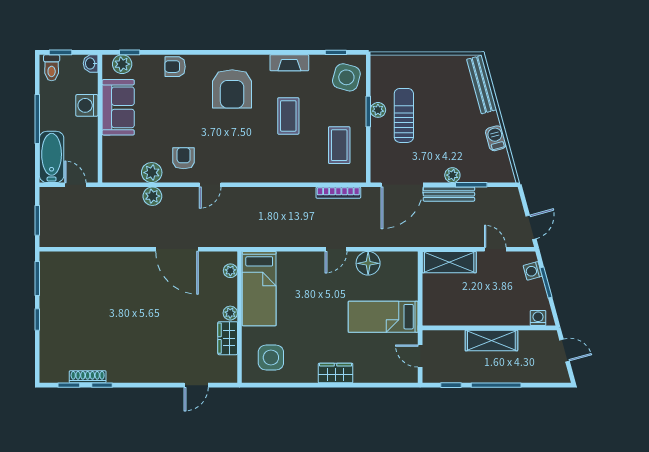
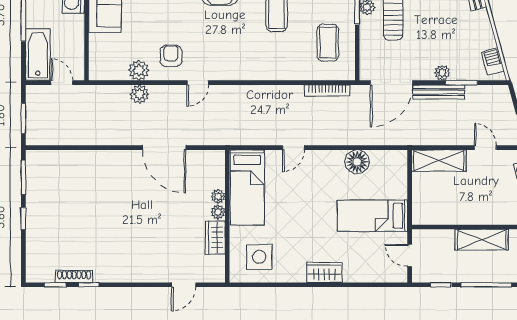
barbecue: (496, 138) -> (493, 62), moved
door: (336, 249) -> (294, 148), moved
plant: (230, 271) -> (218, 196), moved

